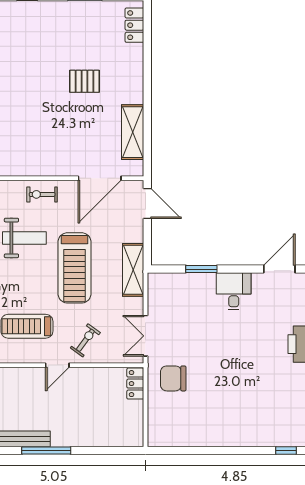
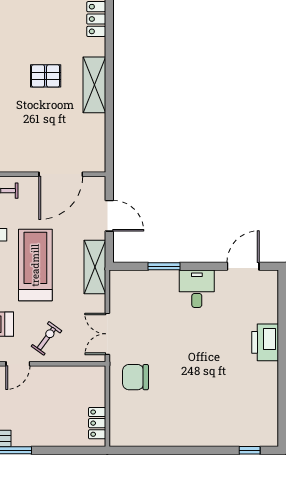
shelving: (133, 132) -> (94, 85), moved
door: (147, 203) -> (109, 216), moved
treadmill: (74, 268) -> (35, 265), turned 180
locker: (135, 384) -> (97, 423), moved

